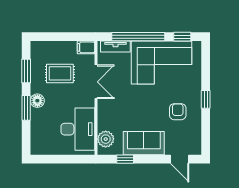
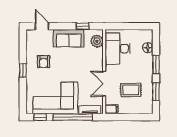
floor lamp: (37, 101) -> (148, 48), moved

